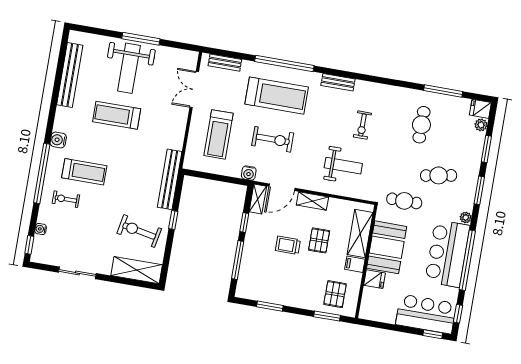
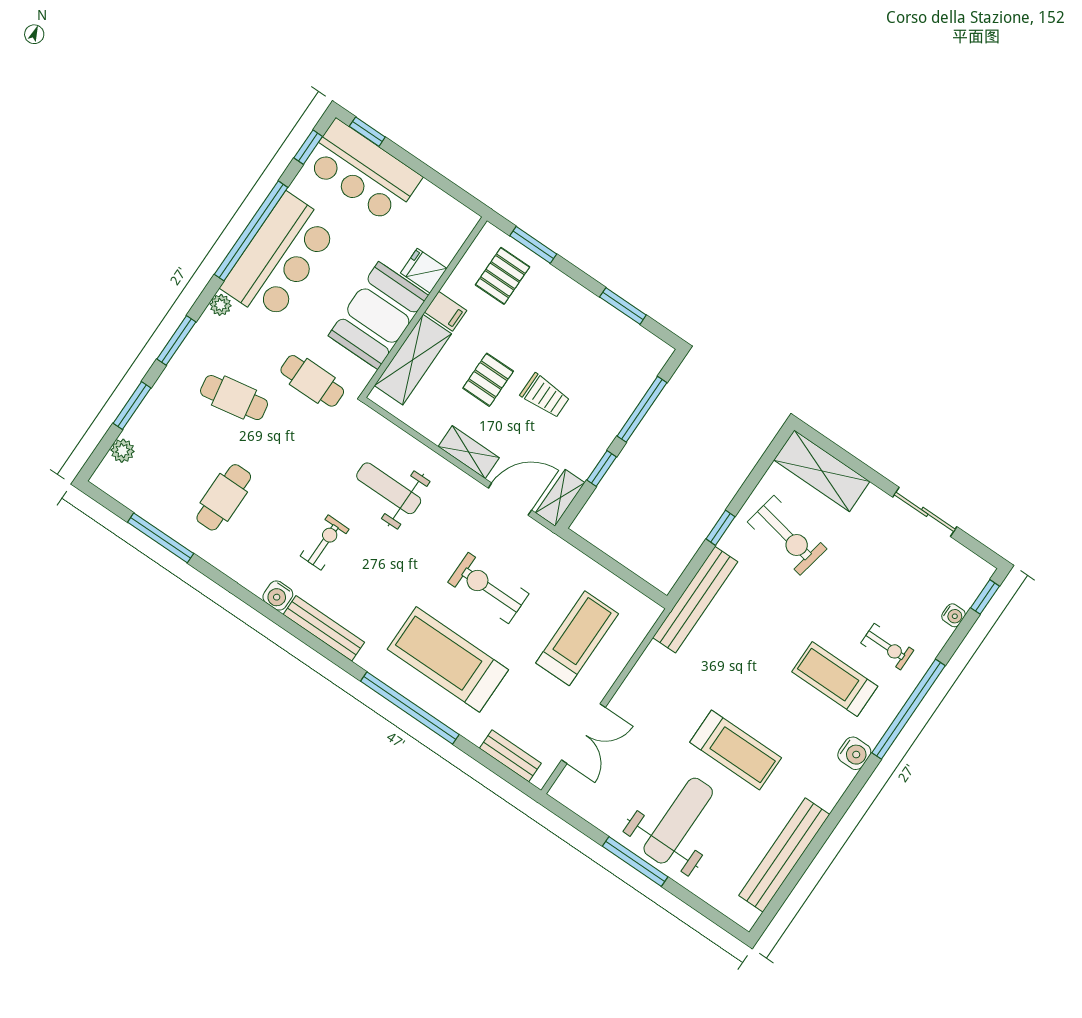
bench: (338, 82) -> (324, 628), width x1.36
fridge: (480, 109) -> (111, 479), removed
water cooler: (249, 173) -> (278, 595), moved, turned 180

